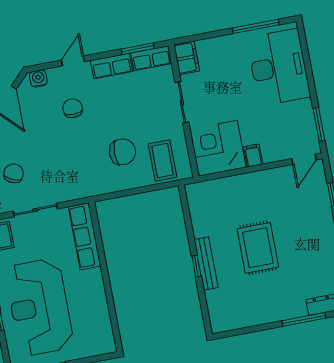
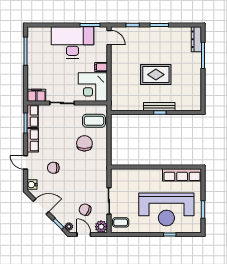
desk: (279, 67) -> (72, 42), moved
row of seats: (85, 236) -> (182, 175), moved

